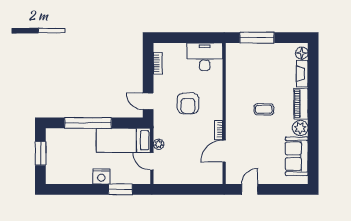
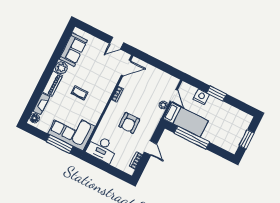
corner sofa: (251, 61) -> (72, 130), added
door: (148, 101) -> (150, 148), moved
armchair: (188, 103) -> (129, 123), turned 180
window: (88, 123) -> (192, 138), moved
door: (224, 151) -> (126, 68), moved
nightstand: (101, 176) -> (201, 97), moved
window: (120, 189) -> (217, 93), moved

